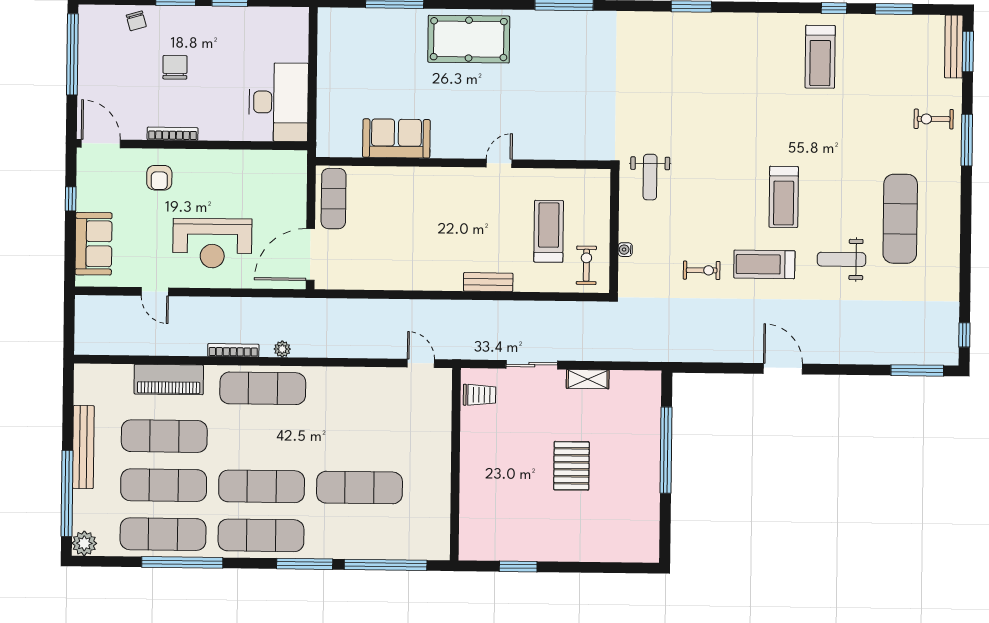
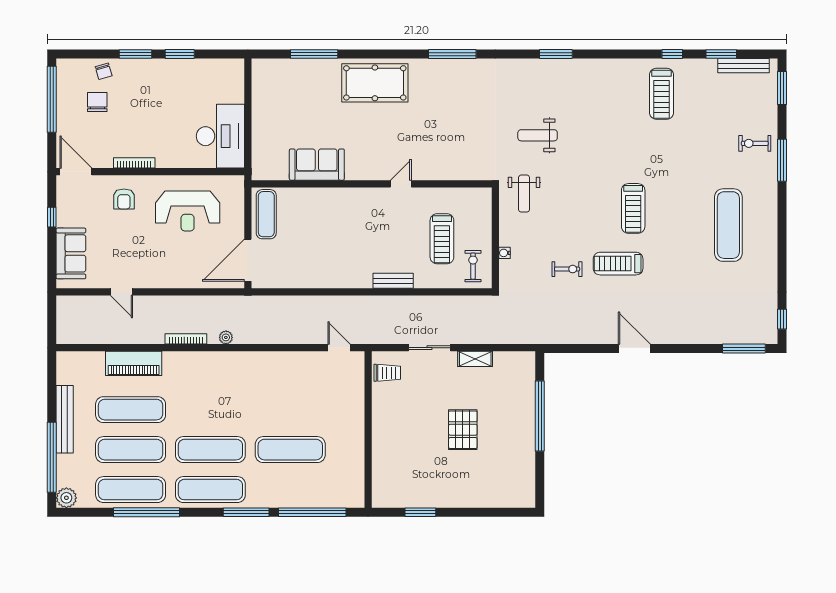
bench: (954, 47) -> (744, 66), moved, turned 90
chair: (175, 67) -> (97, 102), moved
treadmill: (549, 231) -> (442, 239), turned 180
reception desk: (212, 243) -> (188, 211), moved
weight bench: (842, 259) -> (538, 135), moved
exercise mat: (263, 388) -> (210, 370), removed

